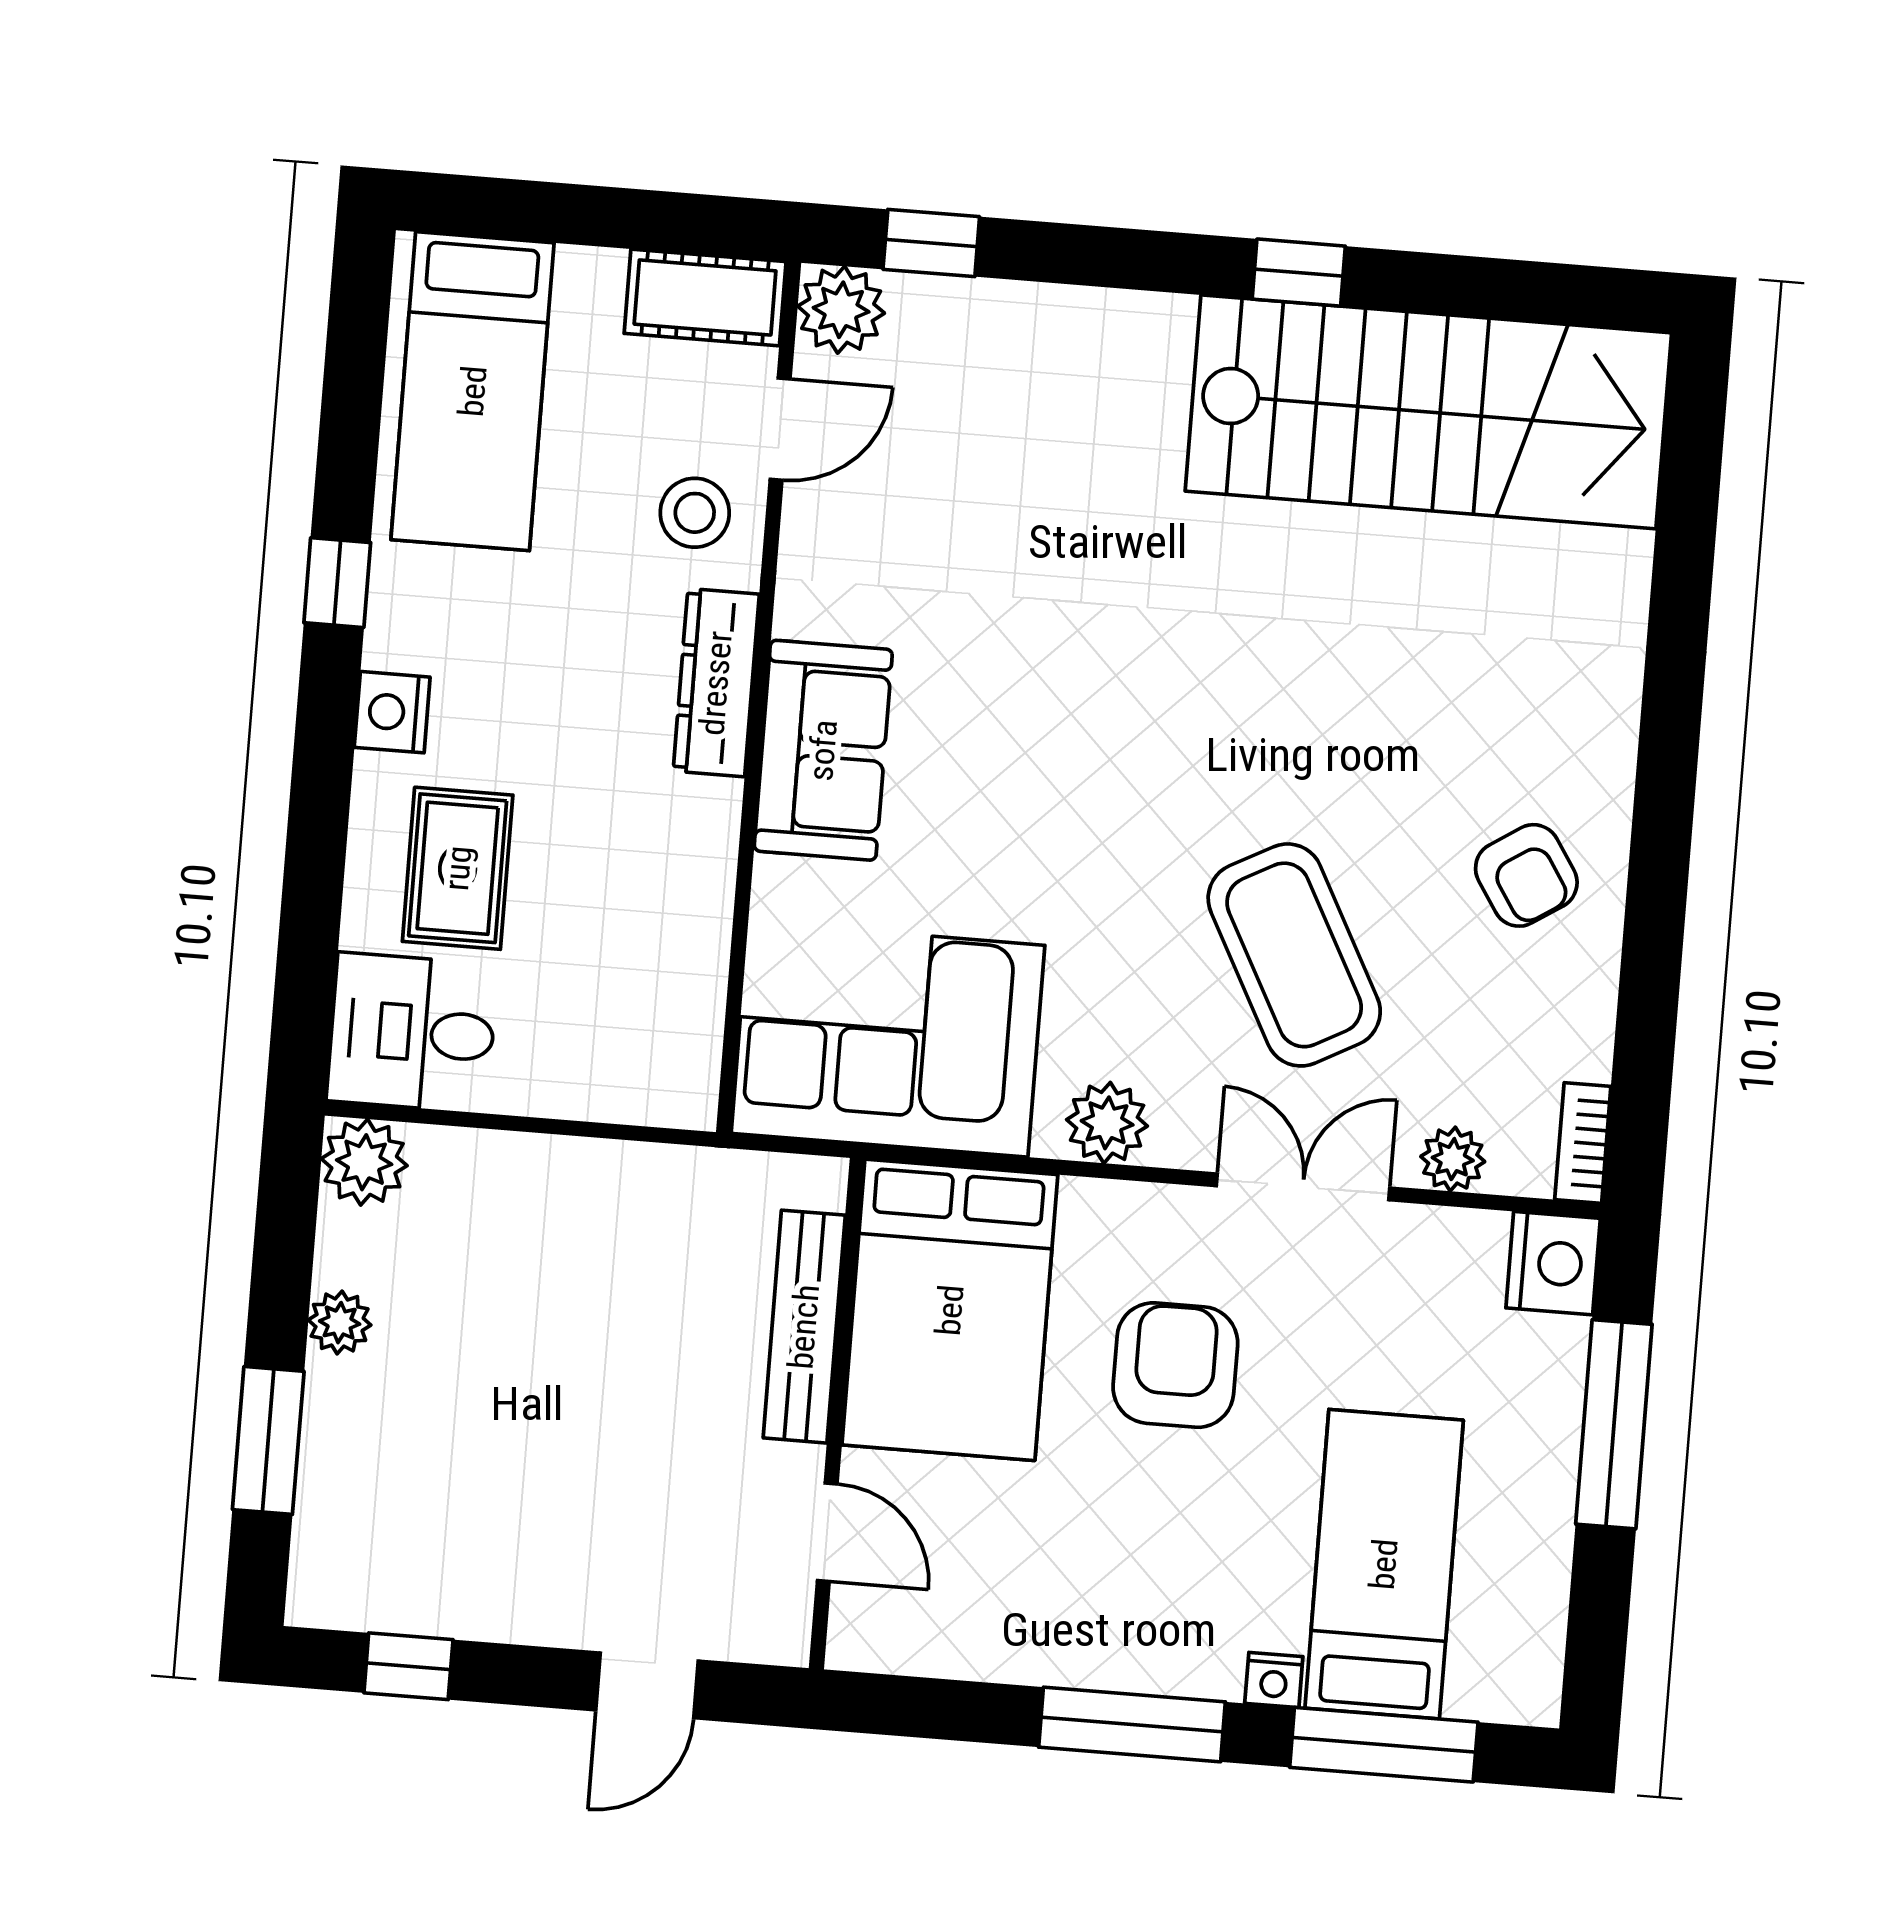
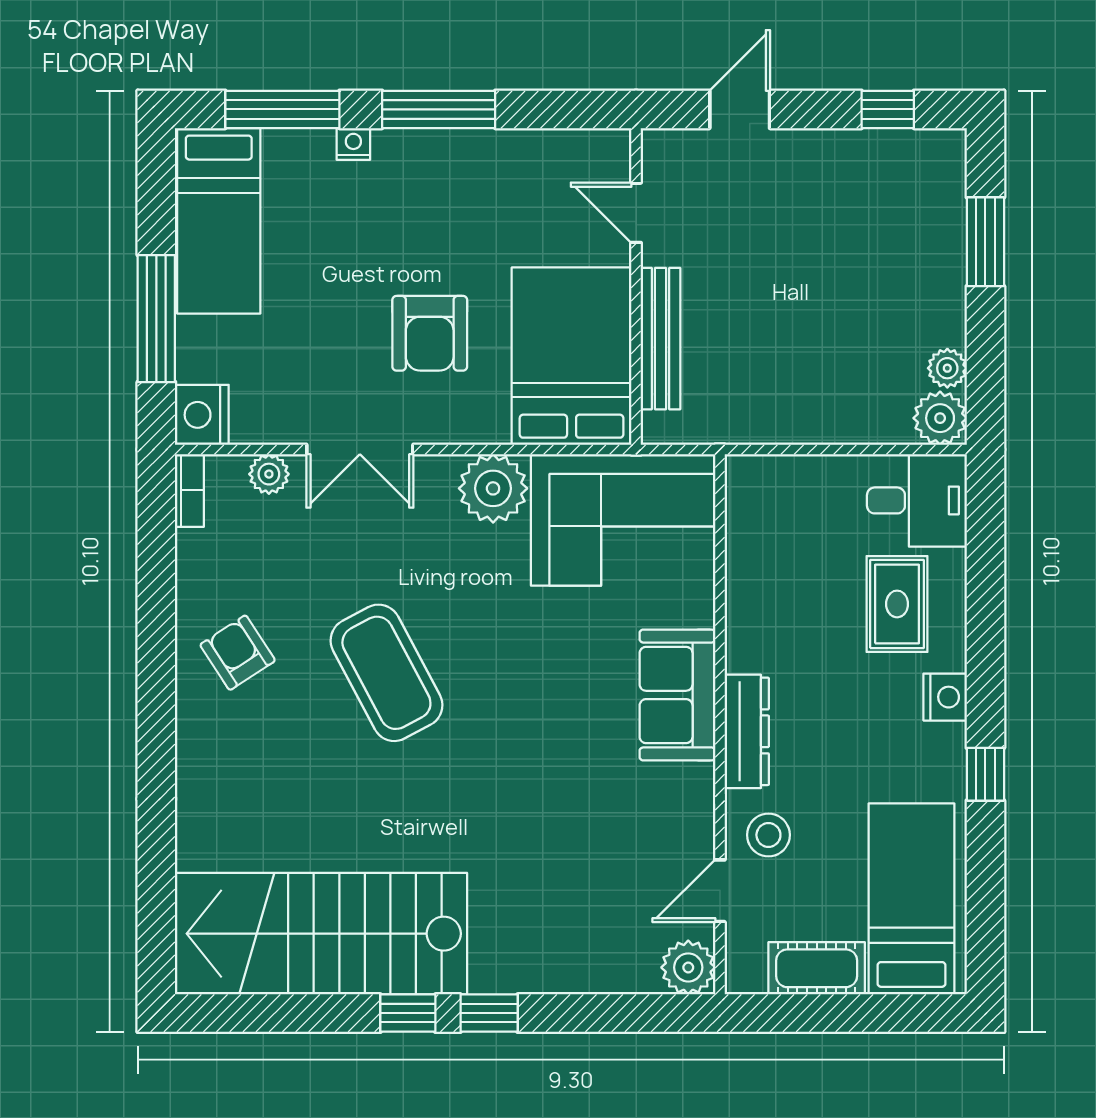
window: (931, 243) -> (489, 1013), moved
cot: (705, 297) -> (817, 968), moved
coffee table: (1294, 955) -> (386, 673), moved
plant: (1107, 1123) -> (493, 488), width x1.36, depth x1.36
plant: (340, 1323) -> (947, 368), moved
bed: (1384, 1564) -> (219, 221), moved

